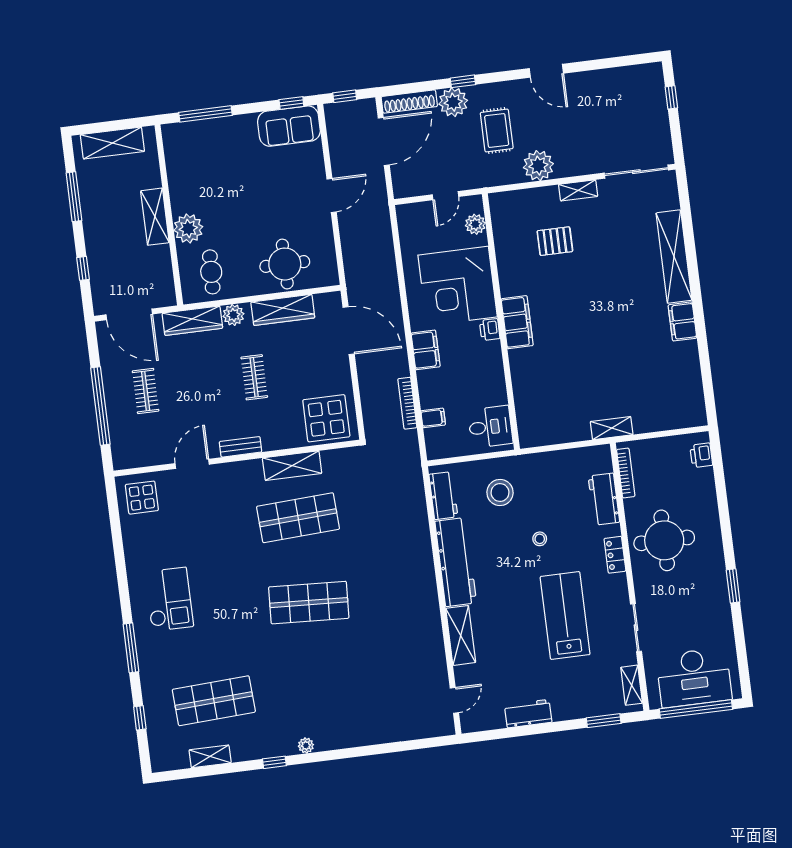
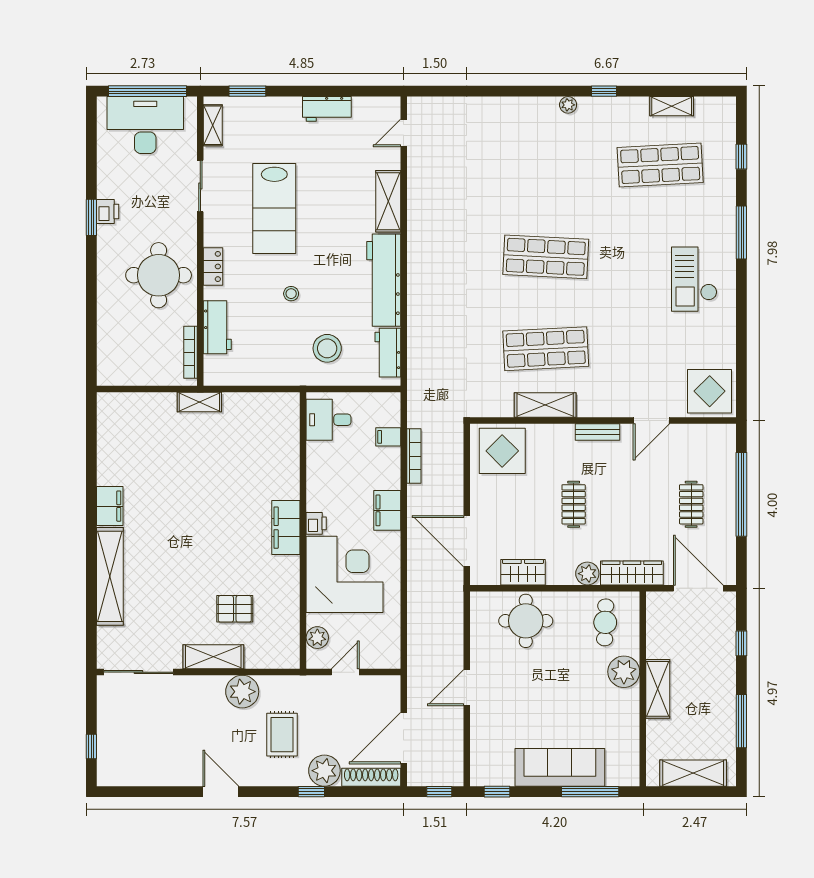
sofa: (289, 126) -> (560, 767), moved, width x1.36
shelving: (578, 190) -> (213, 657), width x1.50, depth x1.33
wardrobe: (283, 310) -> (523, 572), width x0.67
printer: (701, 455) -> (108, 211), moved
display table: (142, 498) -> (710, 391), width x1.36, depth x1.36

